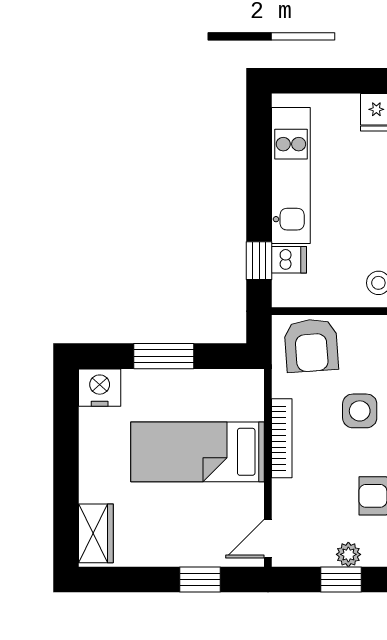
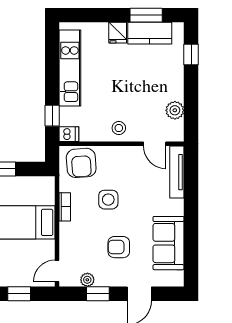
dishwasher: (289, 260) -> (69, 134), moved
bookcase: (282, 438) -> (65, 207), width x0.64
plant: (348, 554) -> (87, 280), moved

